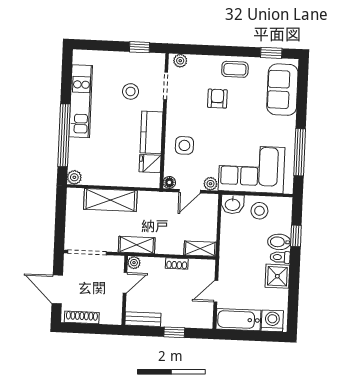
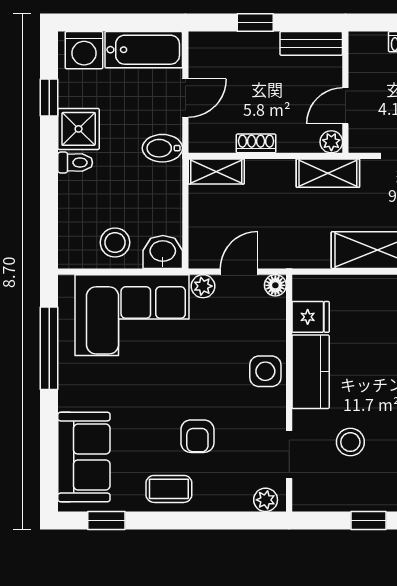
window: (139, 47) -> (368, 521), moved
side table: (184, 145) -> (265, 371), moved
window: (296, 236) -> (49, 97), moved
bidet: (279, 242) -> (162, 148), moved, turned 180

